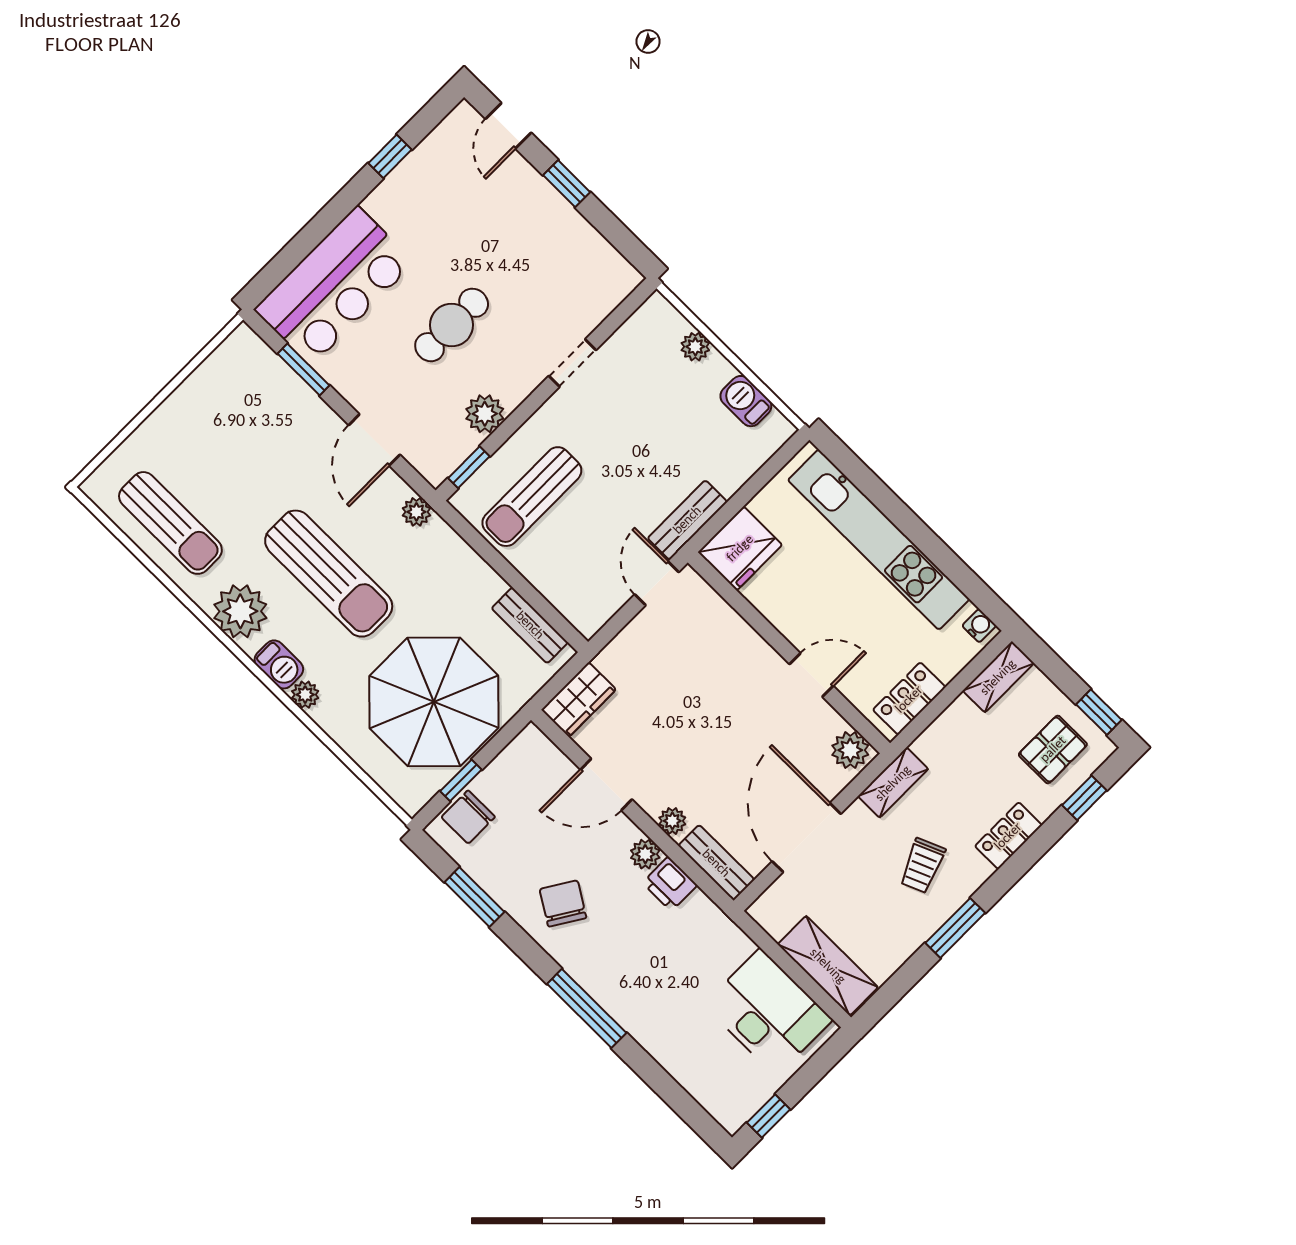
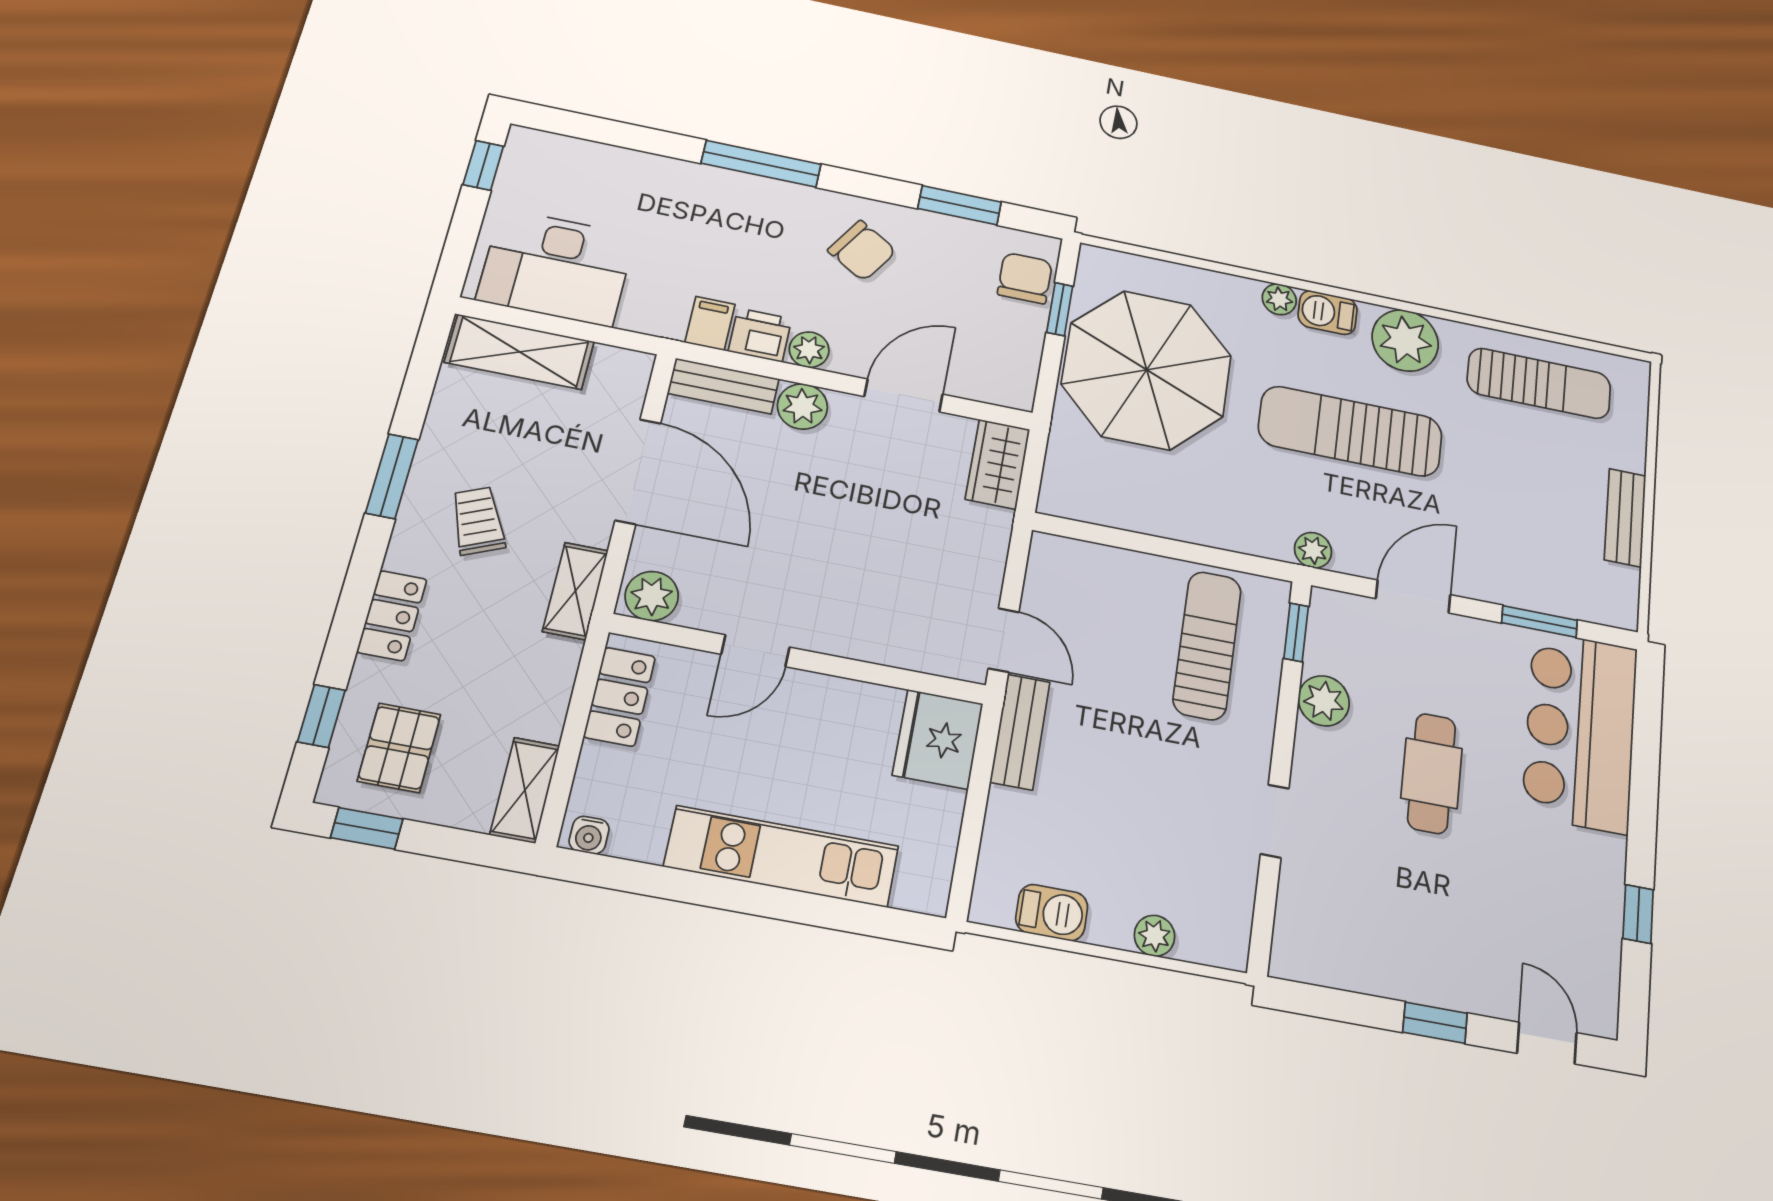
door: (374, 440) -> (1413, 597), hinge flipped
sun lounger: (170, 523) -> (1539, 383), turned 180
kitchen unit: (879, 540) -> (782, 856), width x0.73
bench: (530, 625) -> (1625, 518), moved, turned 90
plant: (672, 821) -> (802, 406), width x1.38, depth x1.38
filing cabinet: (696, 912) -> (710, 323), added

